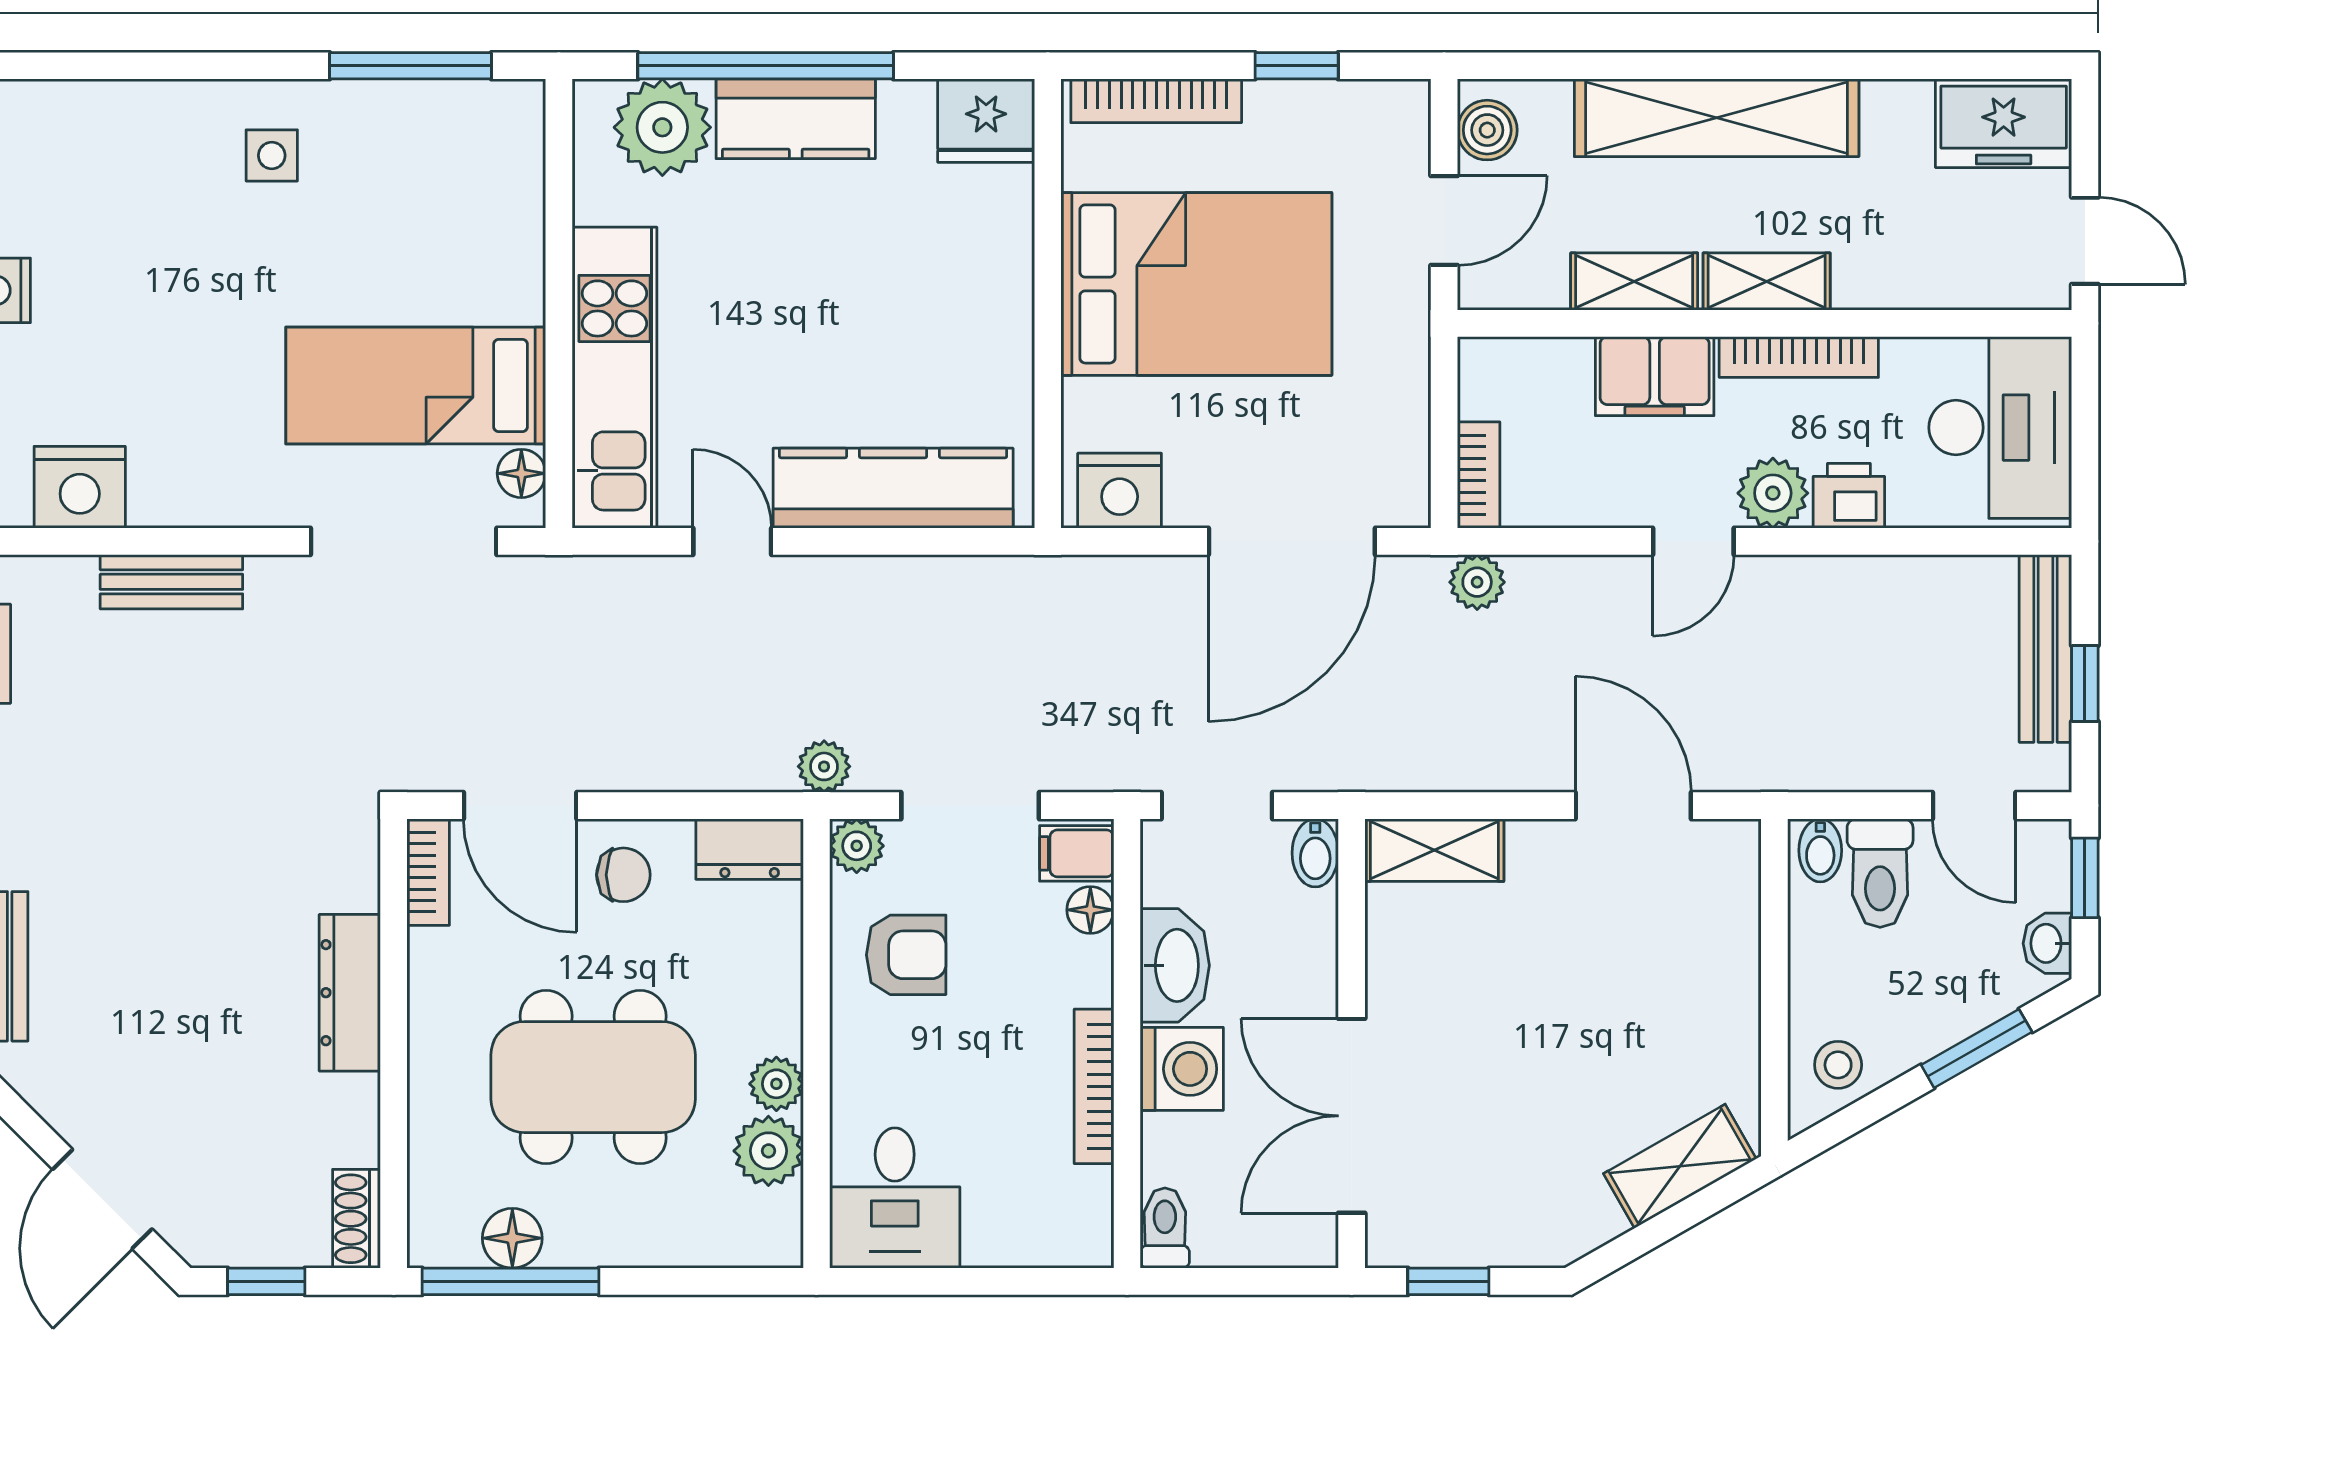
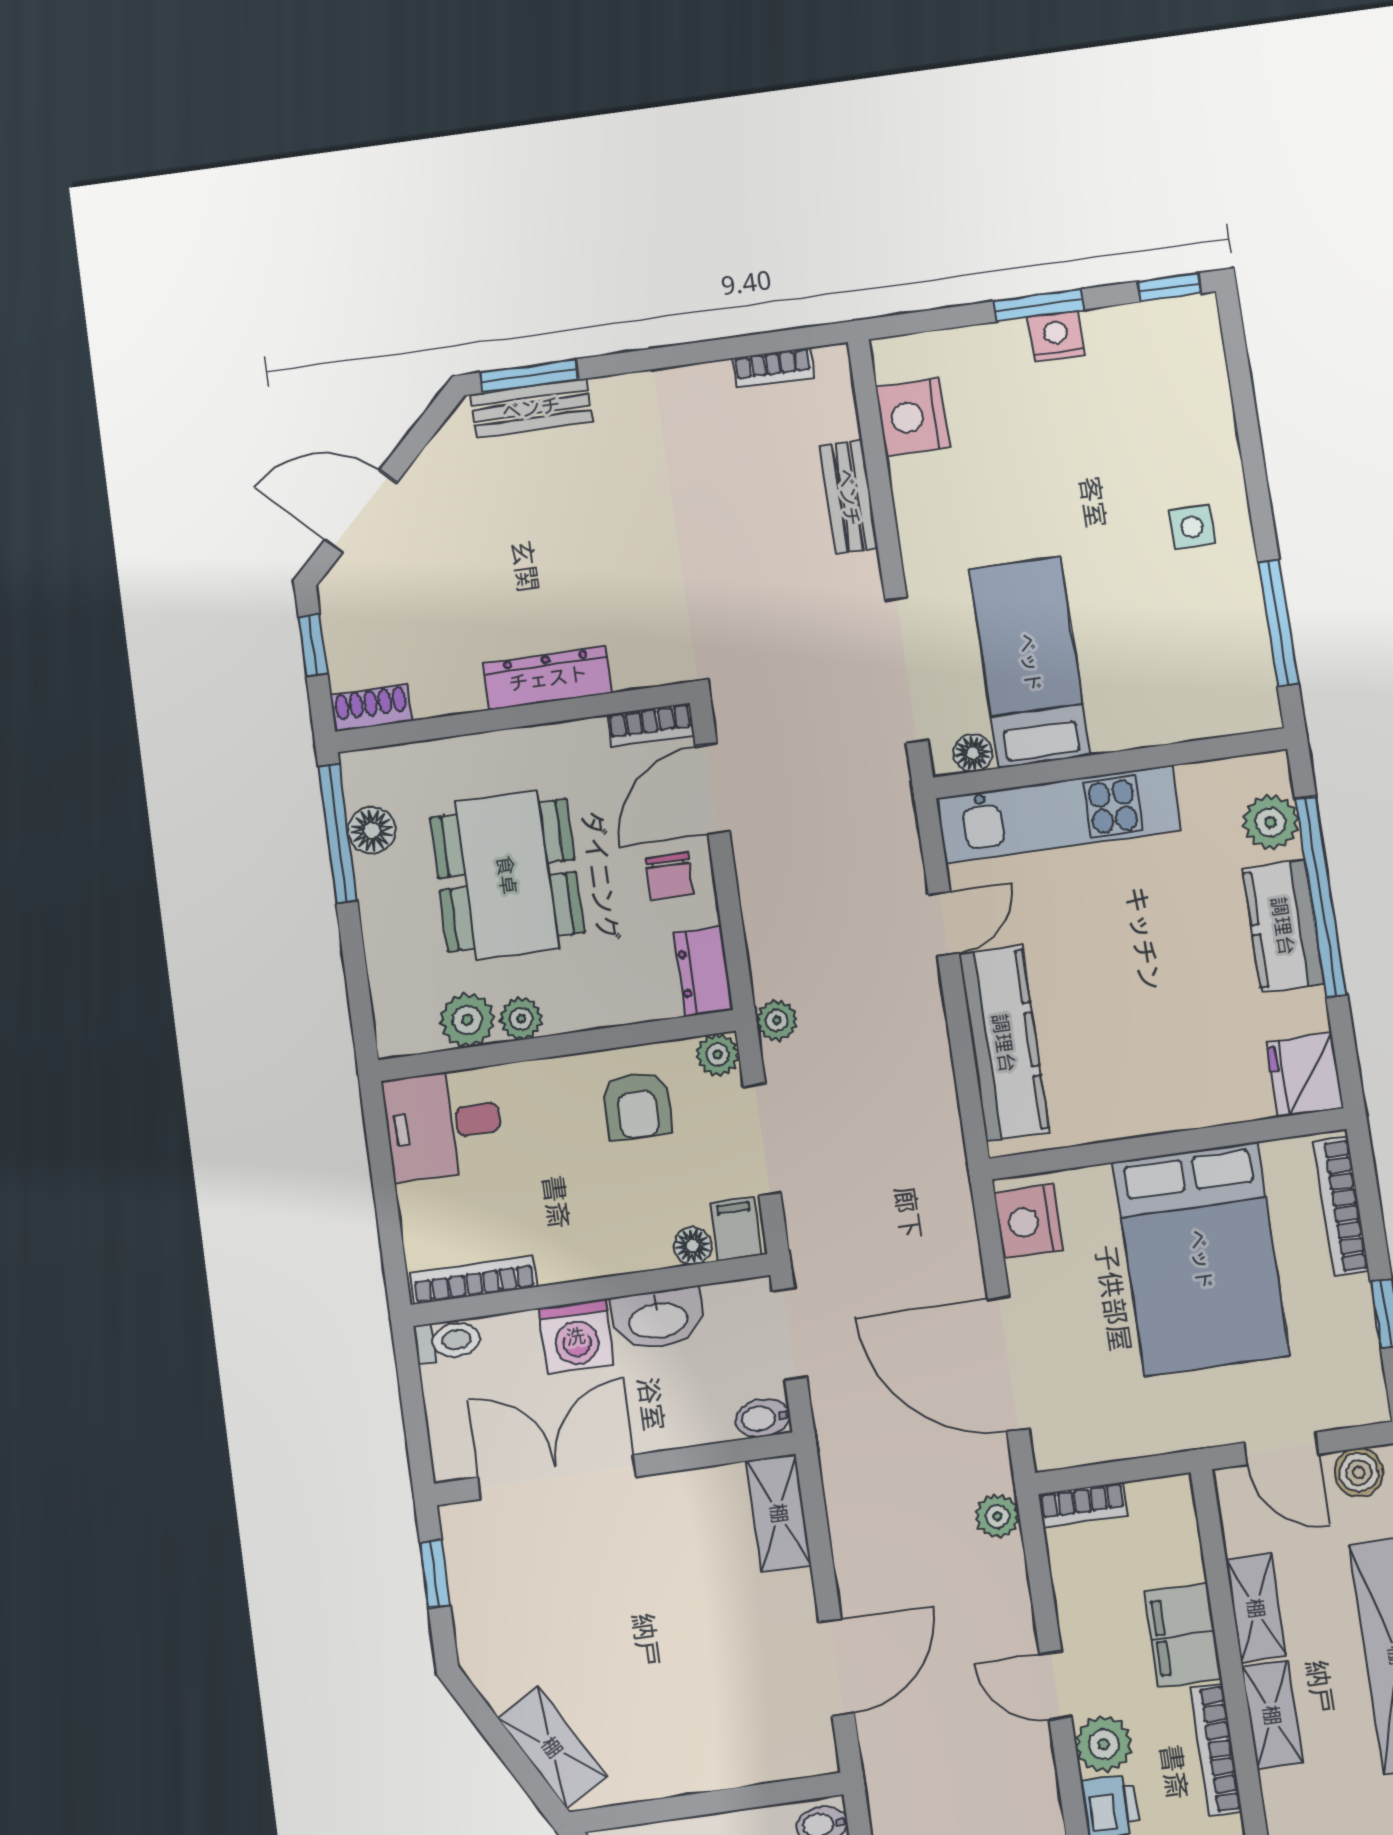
plant: (662, 127) -> (1270, 822), width x0.73, depth x0.73
bookcase: (1094, 1086) -> (474, 1280), moved

